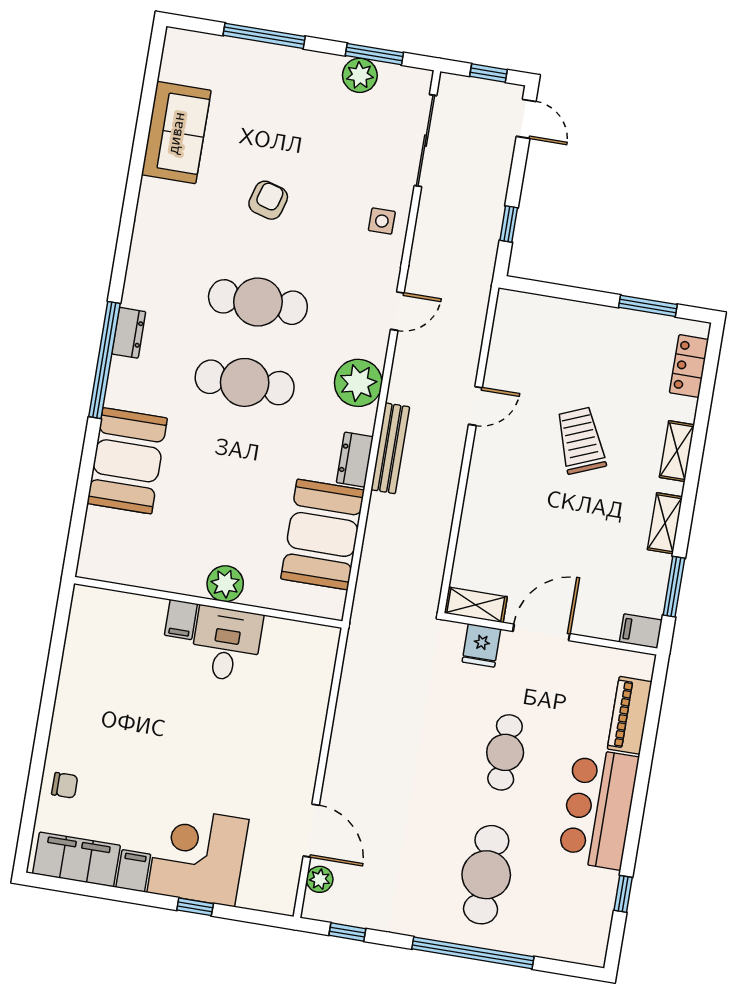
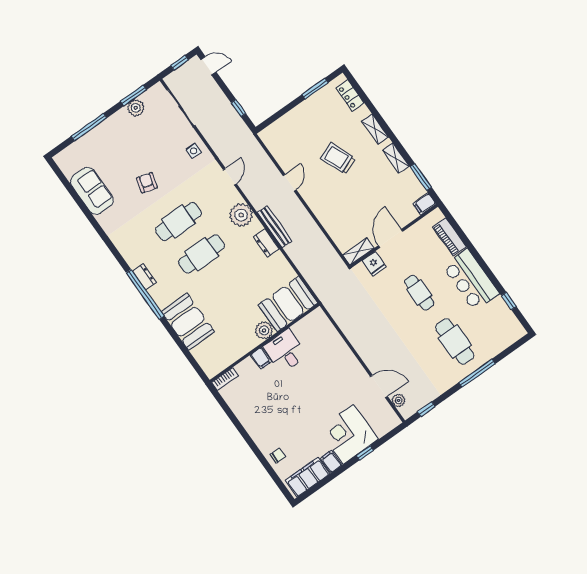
booth: (323, 534) -> (288, 304), moved, turned 90
bookcase: (98, 598) -> (225, 379), added
window: (473, 953) -> (477, 373), width x0.68

